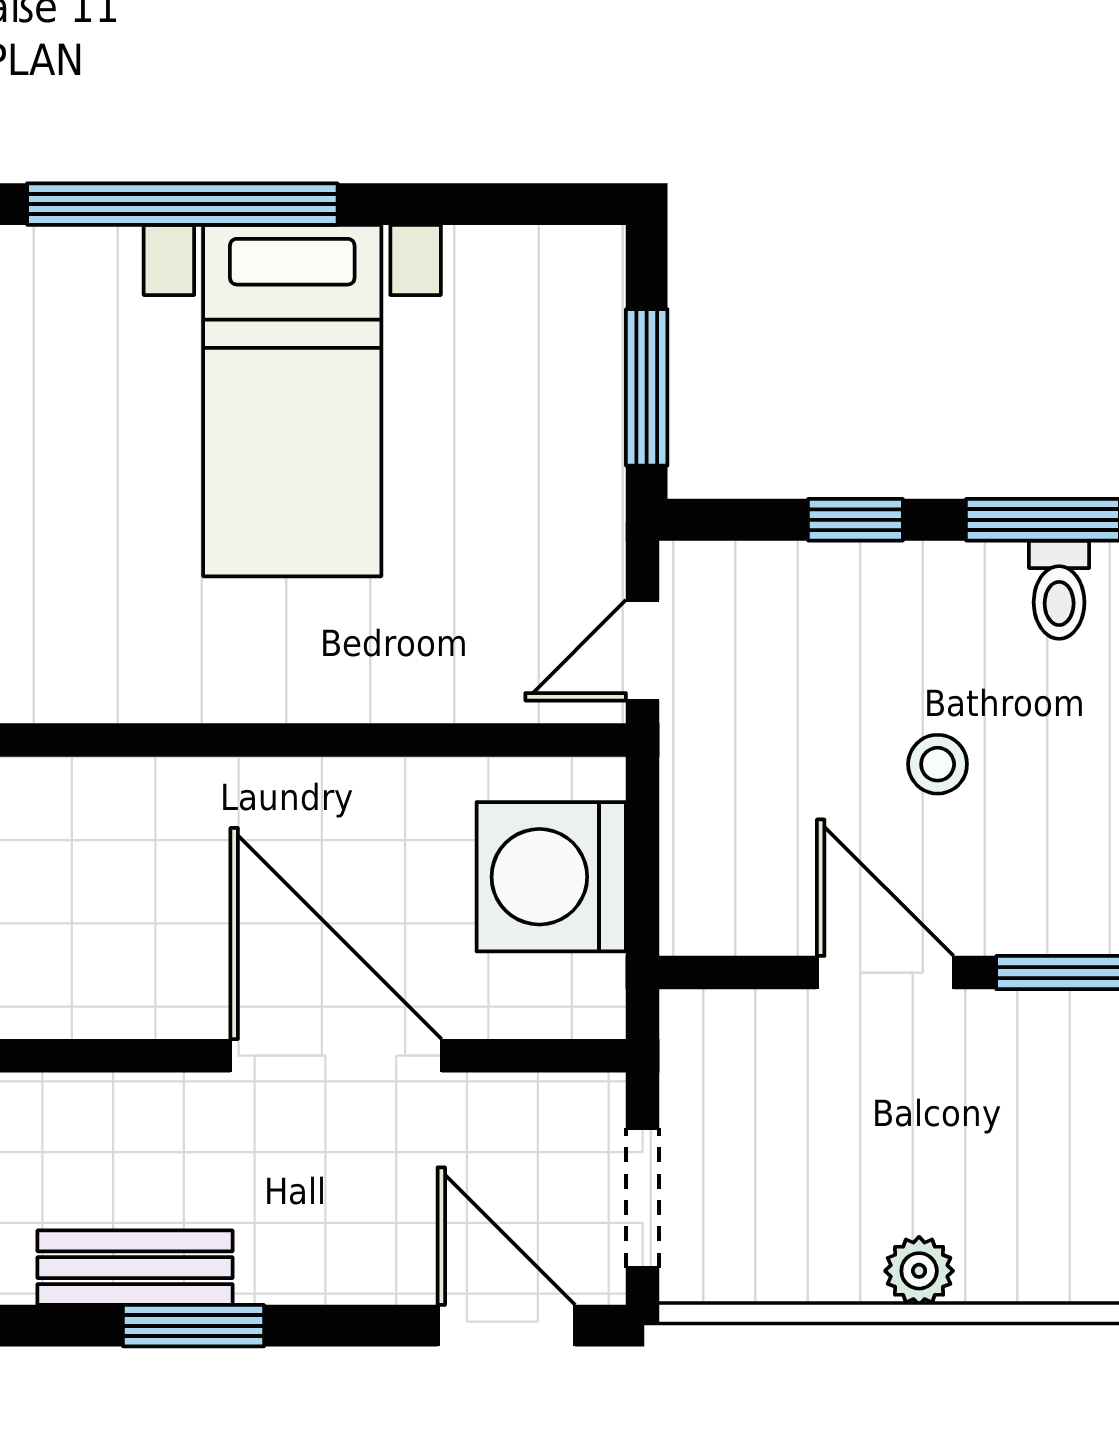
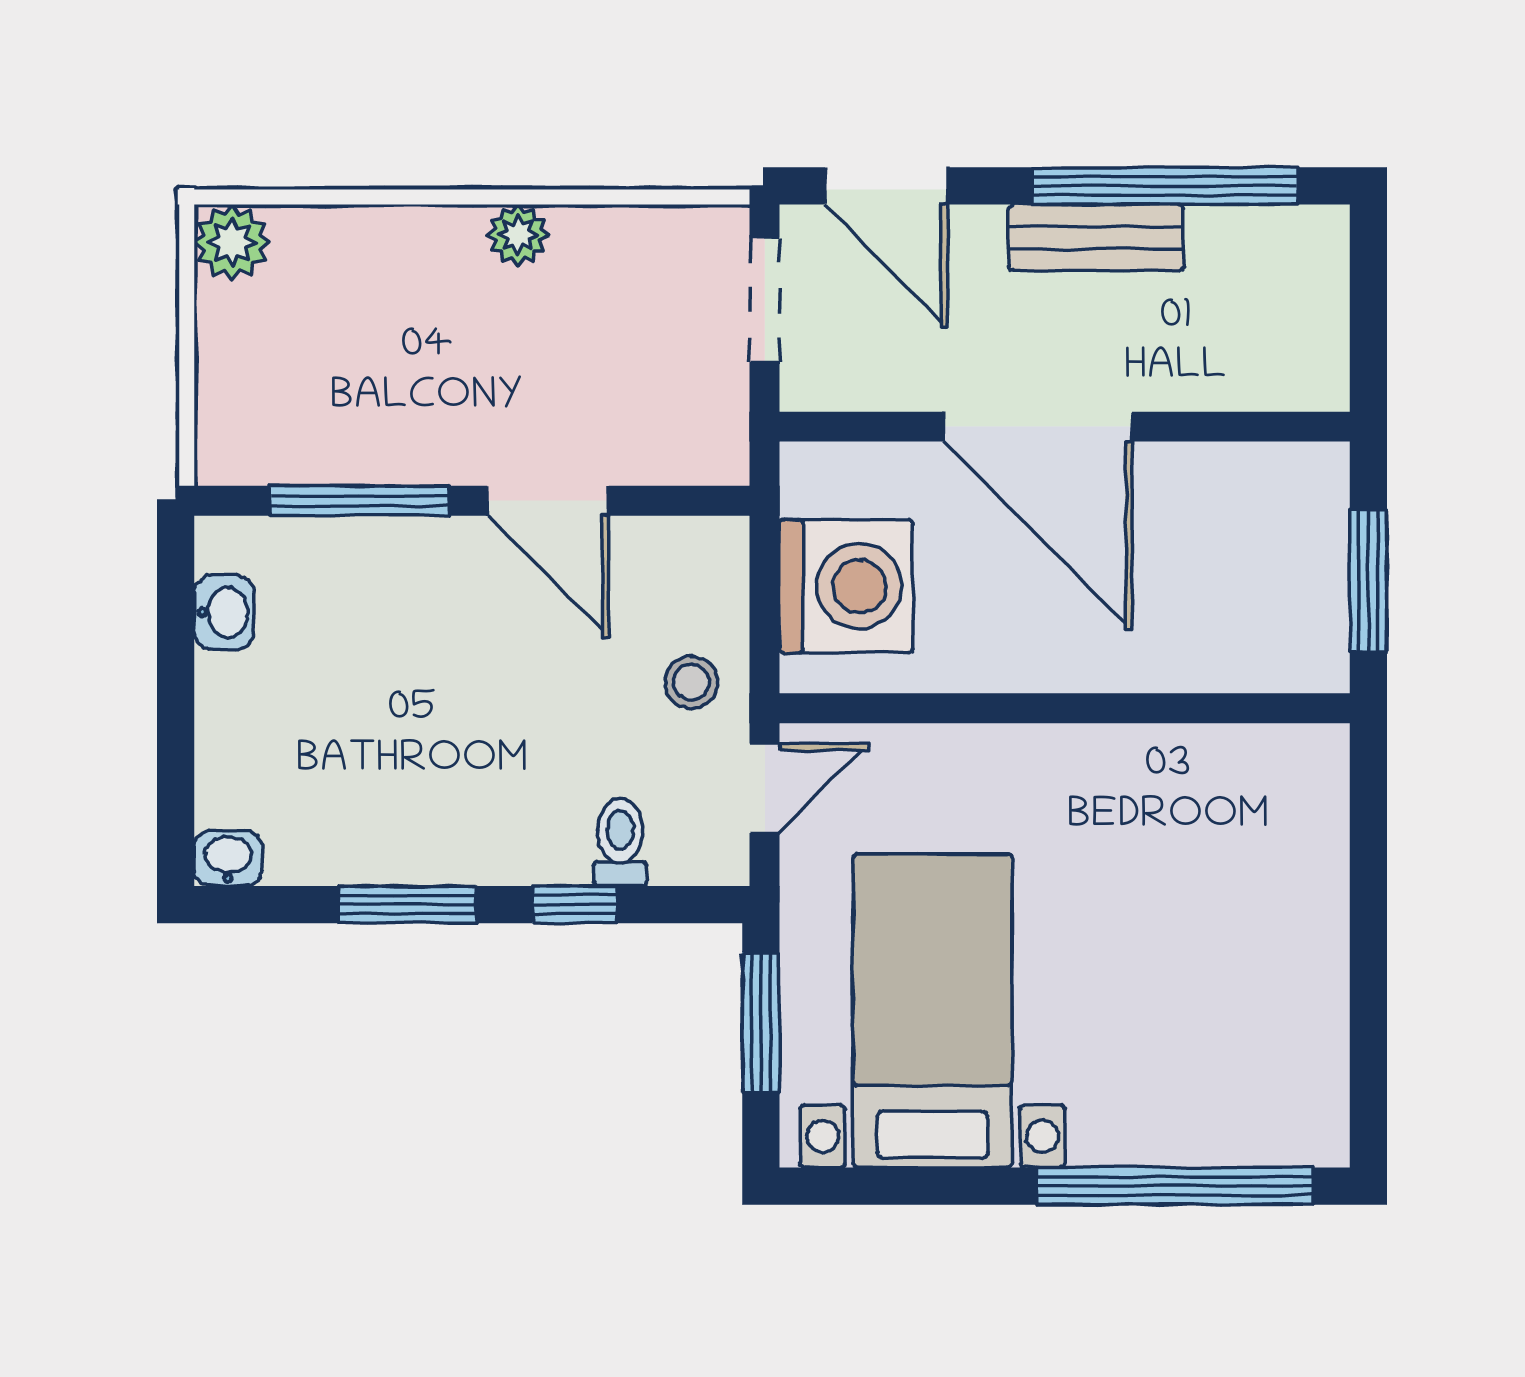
bed with nightstands: (292, 401) -> (933, 1011), moved
toilet: (1059, 590) -> (620, 842), moved
stool: (938, 764) -> (691, 682), moved
bench: (135, 1268) -> (1096, 238), moved
window: (194, 1326) -> (1165, 186), width x2.11

